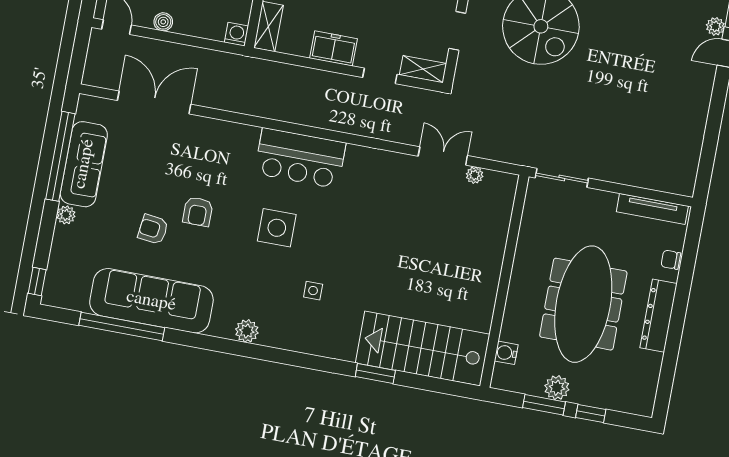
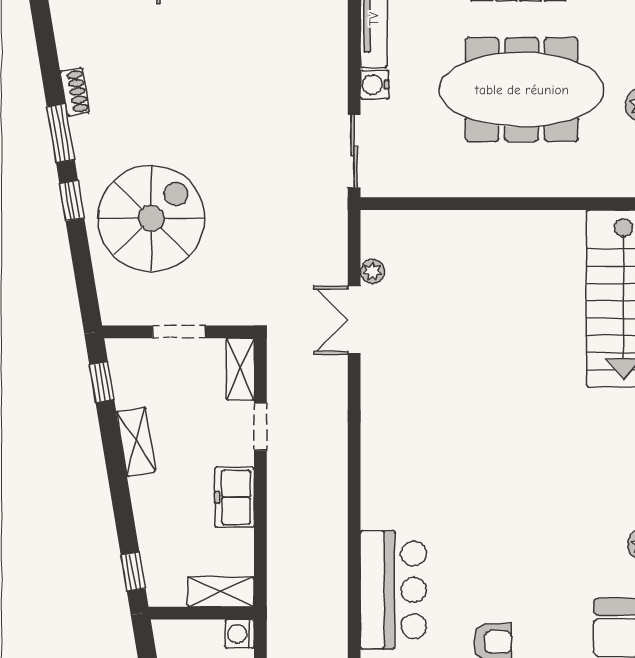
bar counter: (300, 158) -> (393, 590), moved
side table: (277, 228) -> (495, 529), removed
side table: (313, 291) -> (572, 464), removed
water cooler: (506, 353) -> (375, 85), moved, turned 90

